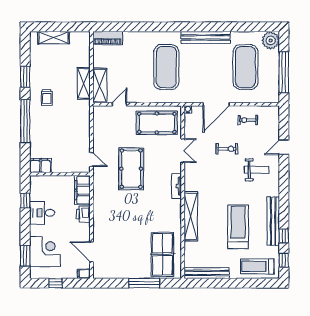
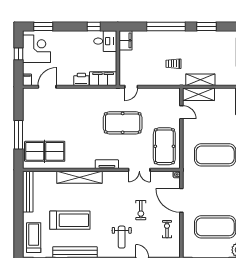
trolley: (47, 97) -> (173, 64), moved
desk: (42, 213) -> (105, 41), moved, turned 90
corner desk: (45, 252) -> (36, 49), moved, turned -90

